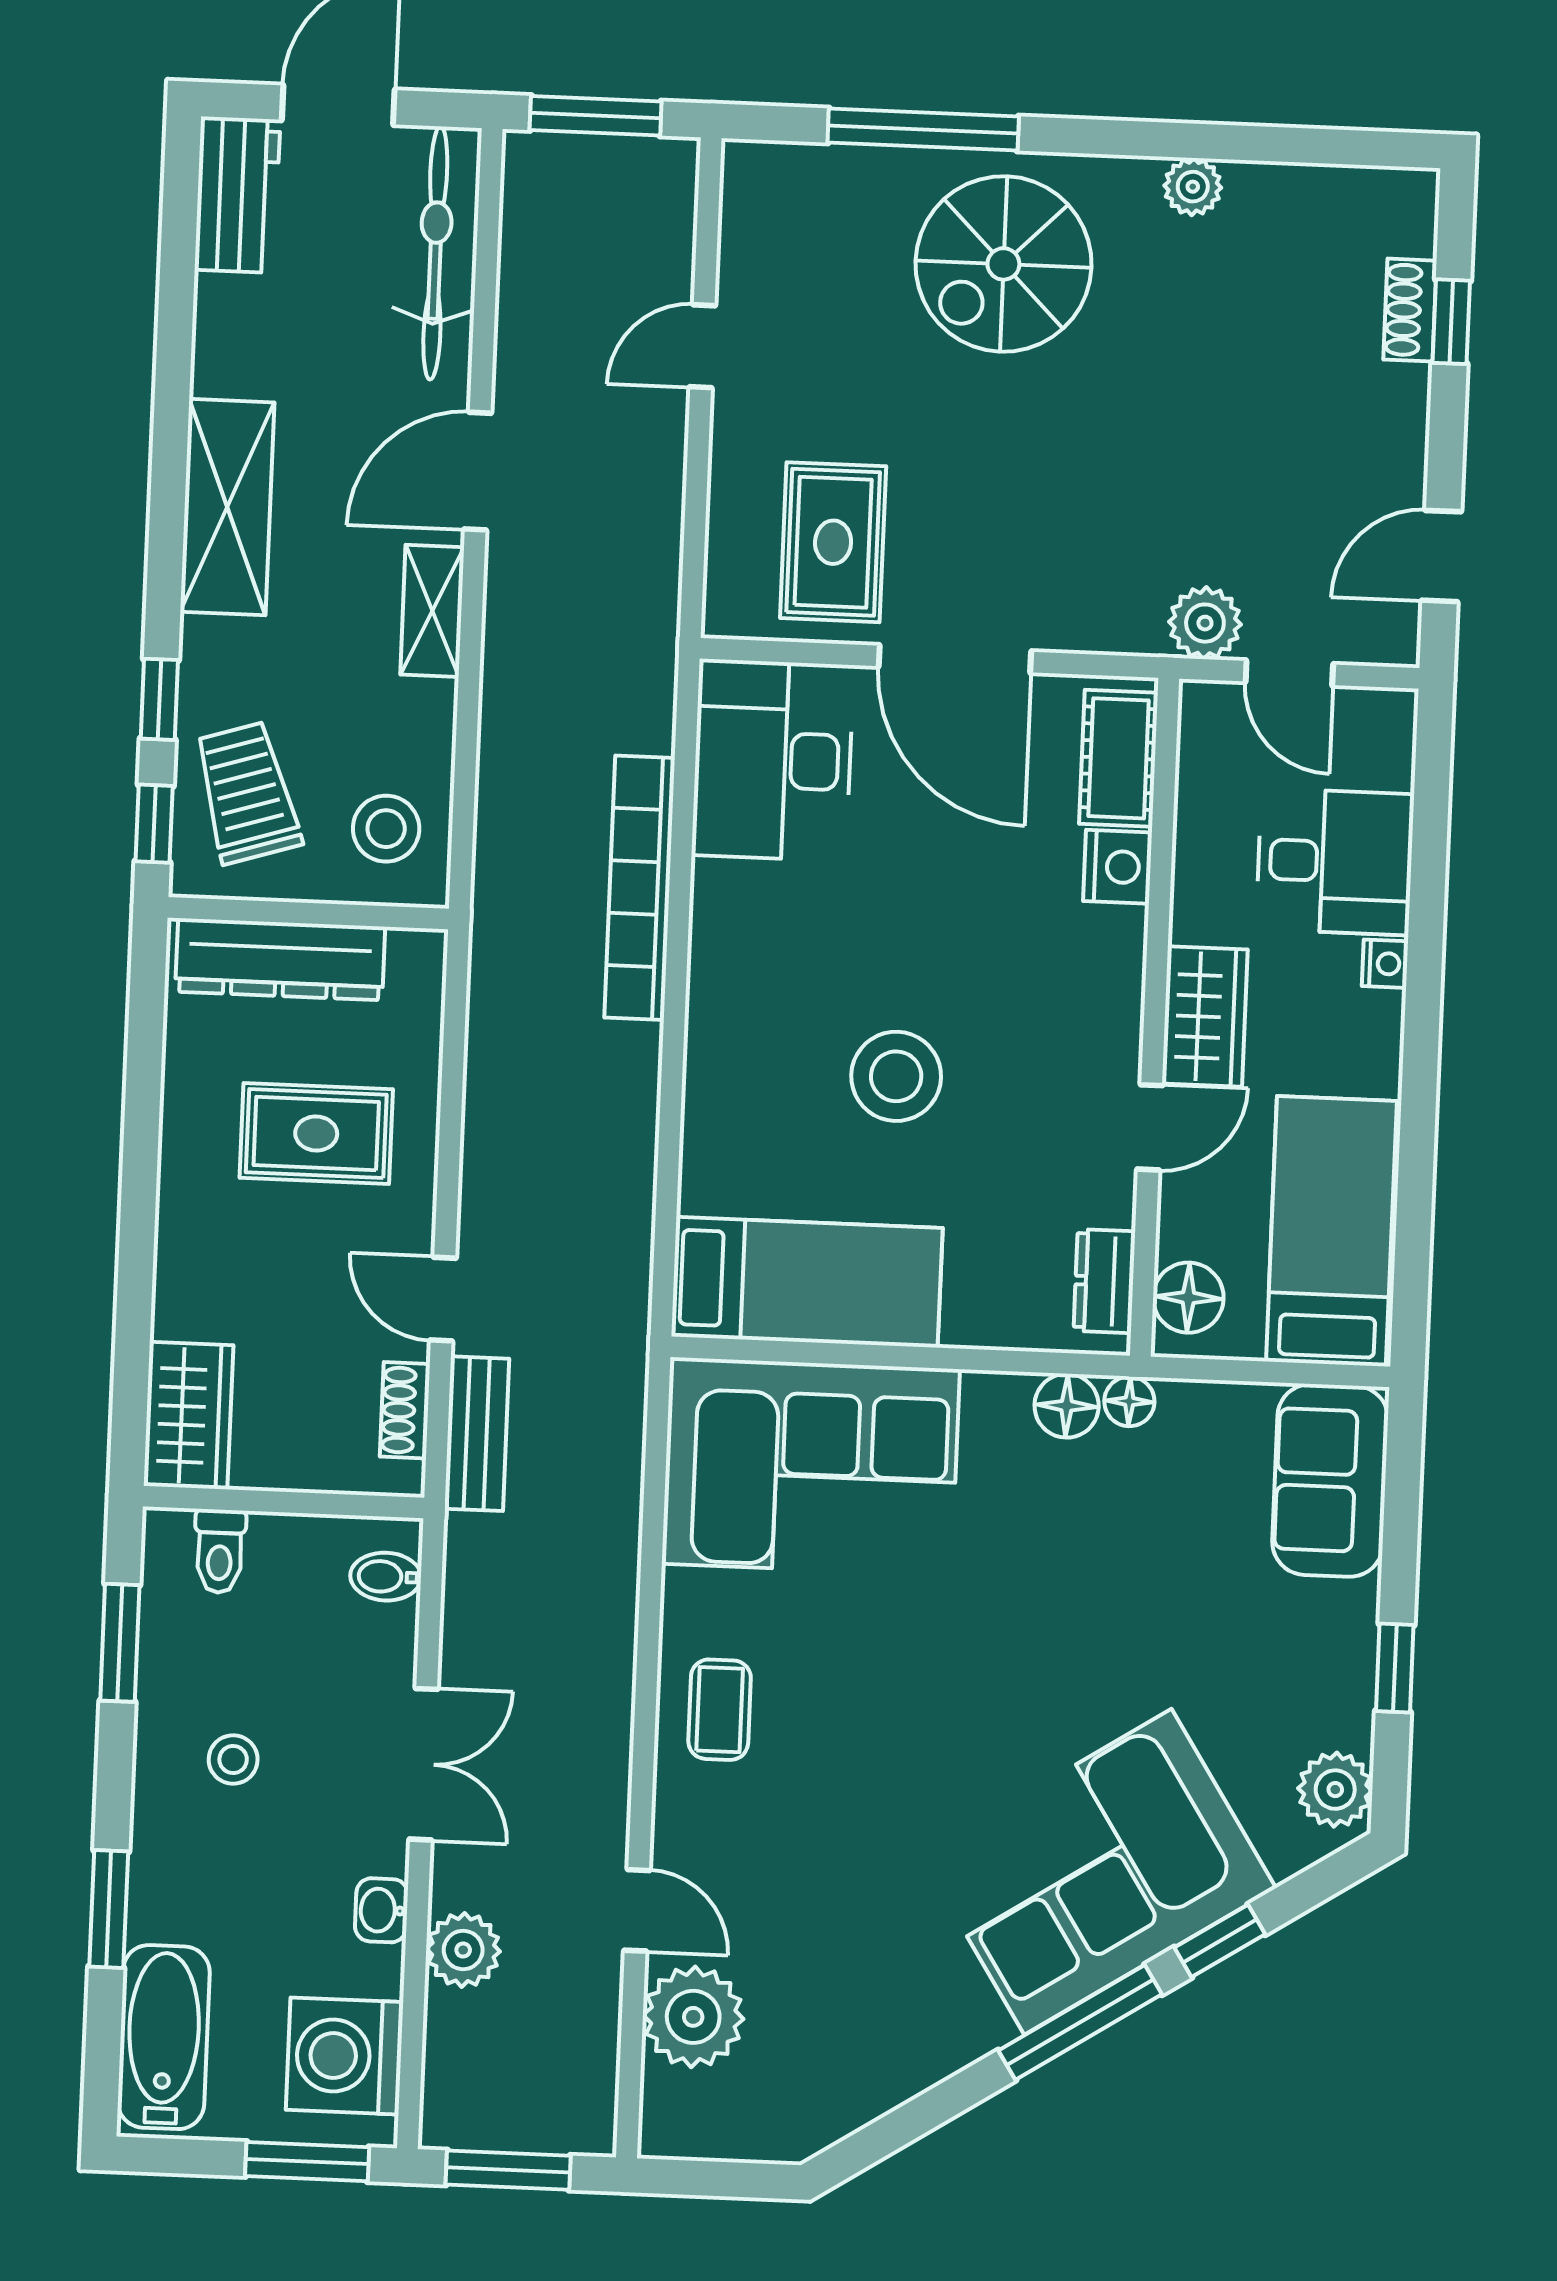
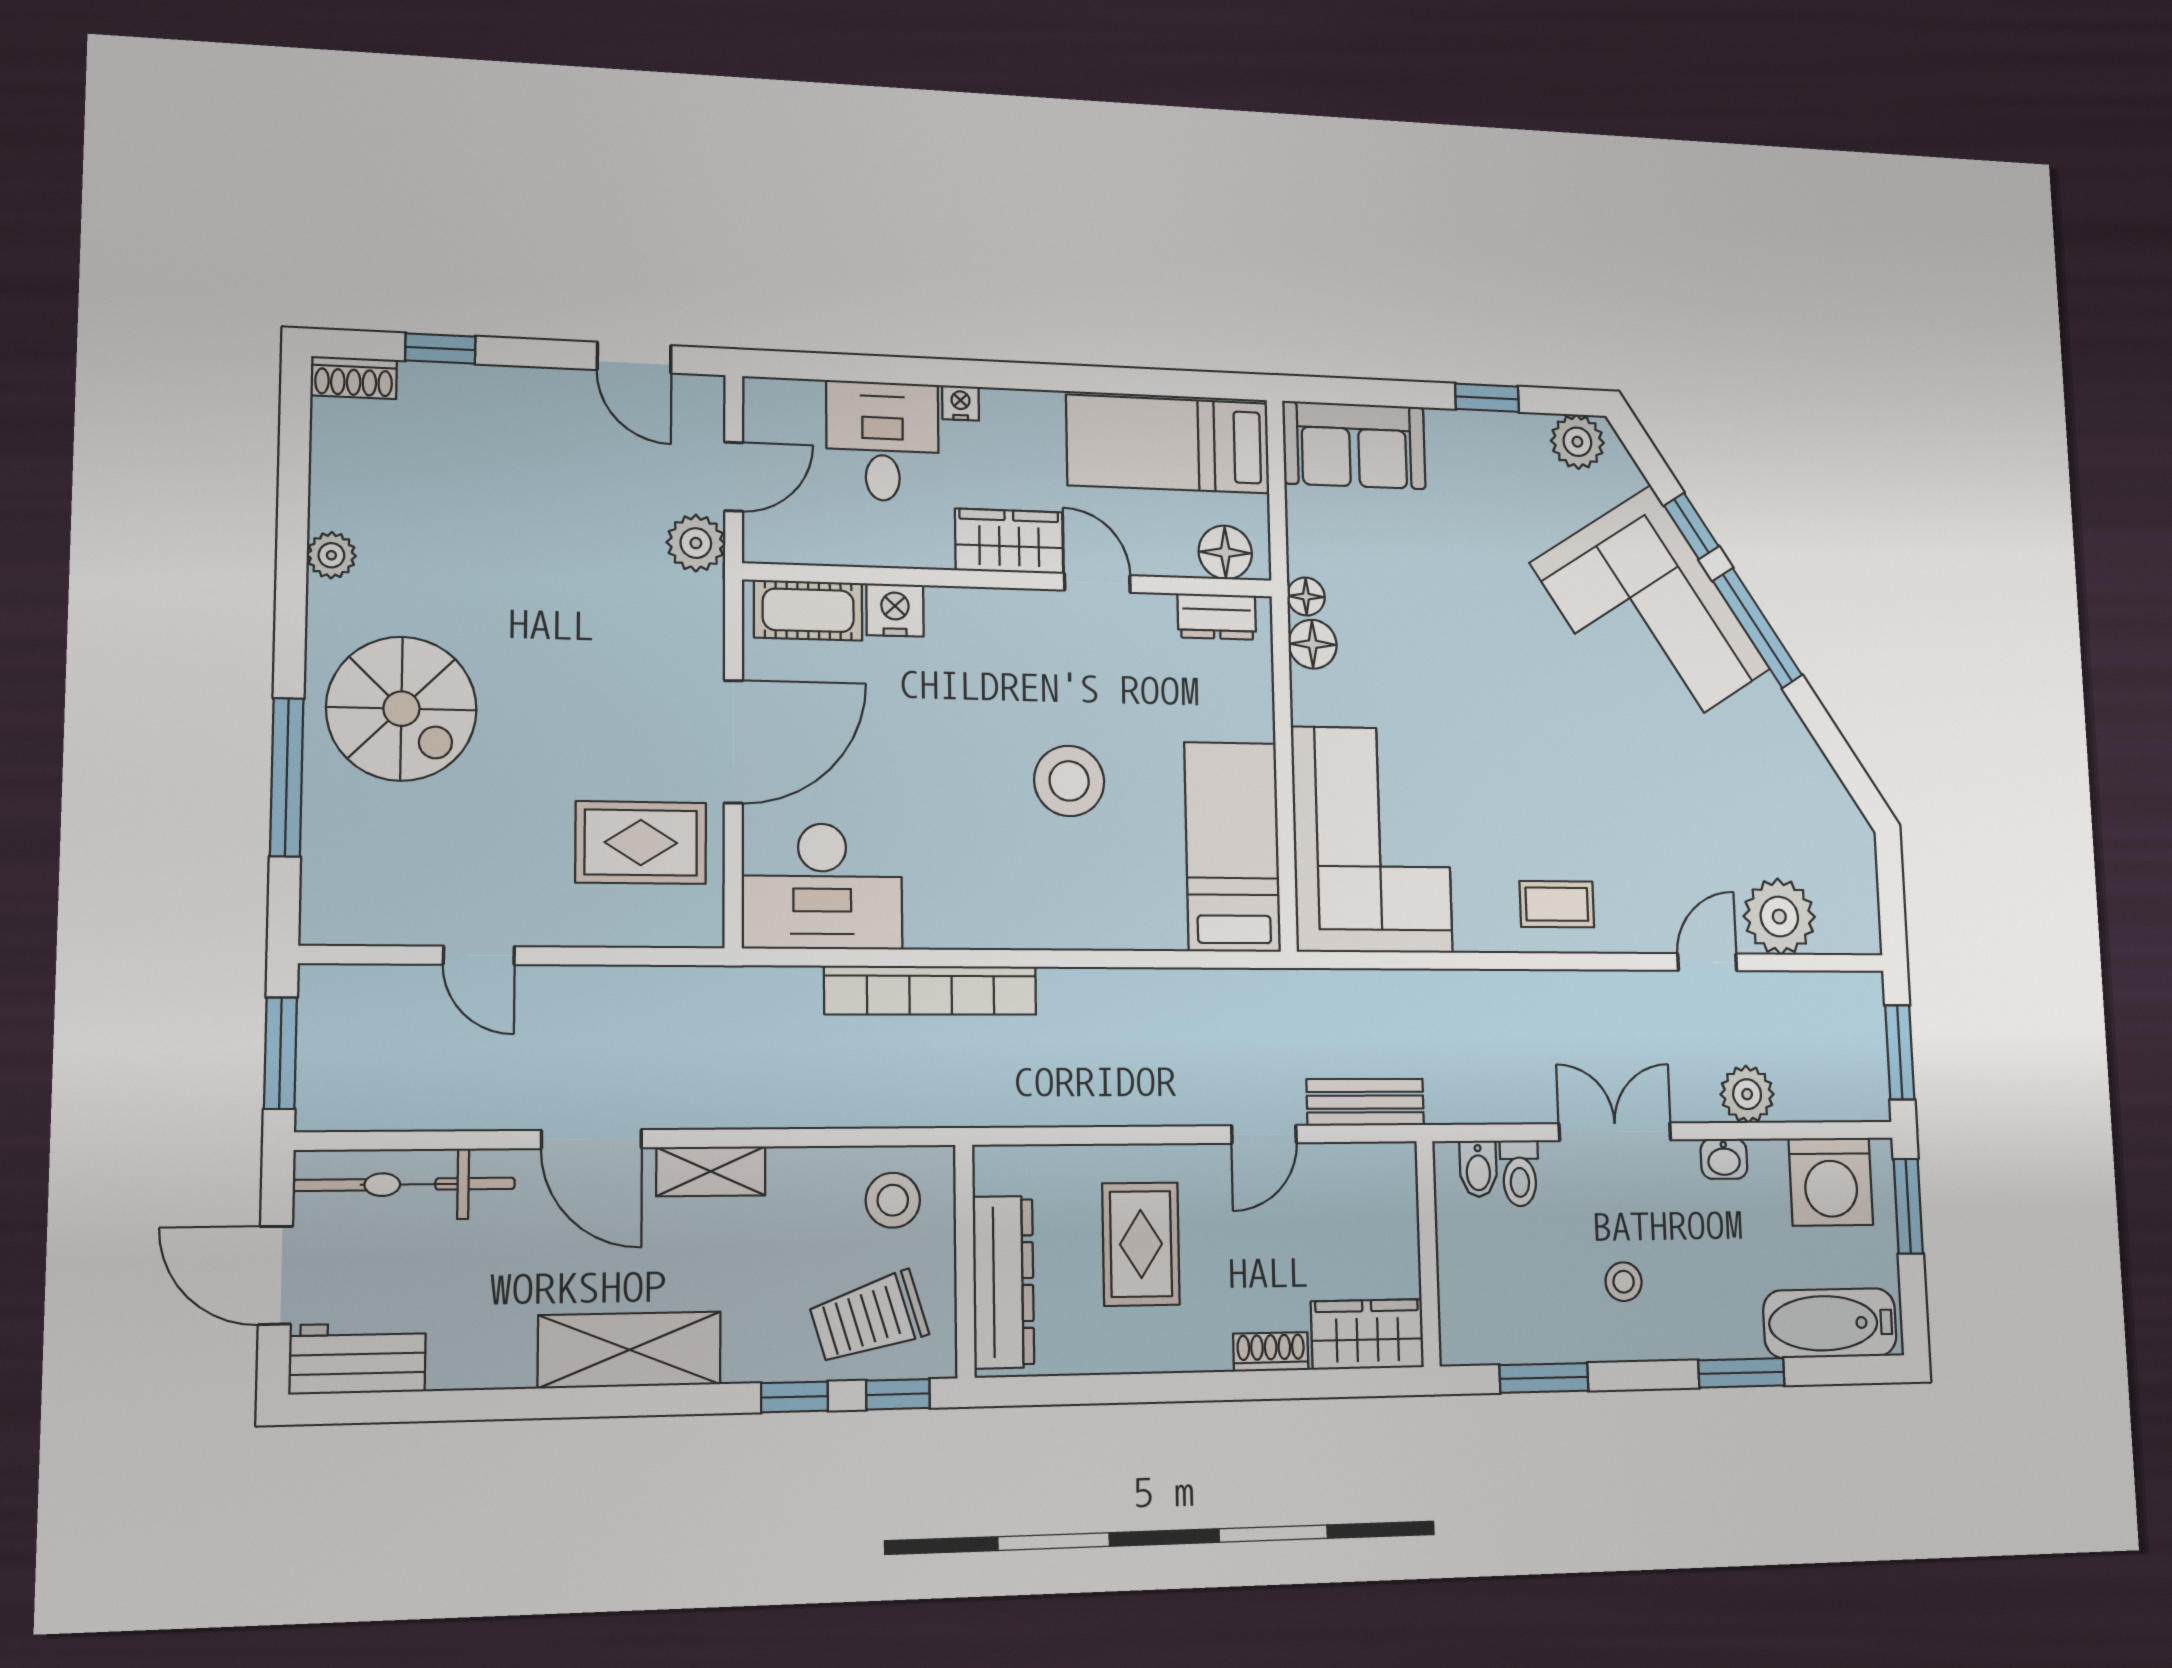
shoe rack: (1410, 310) -> (354, 378), moved
shoe rack: (405, 1410) -> (1271, 1352), moved, turned 180
toilet: (220, 1551) -> (1520, 1173), moved, turned 90

